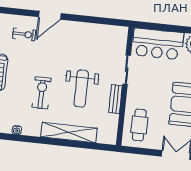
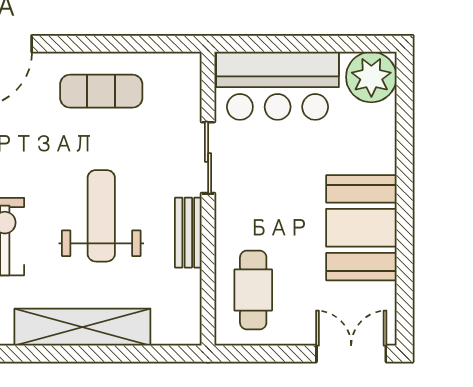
exercise mat: (87, 38) -> (101, 91), added
weight bench: (81, 89) -> (101, 216), turned 180

